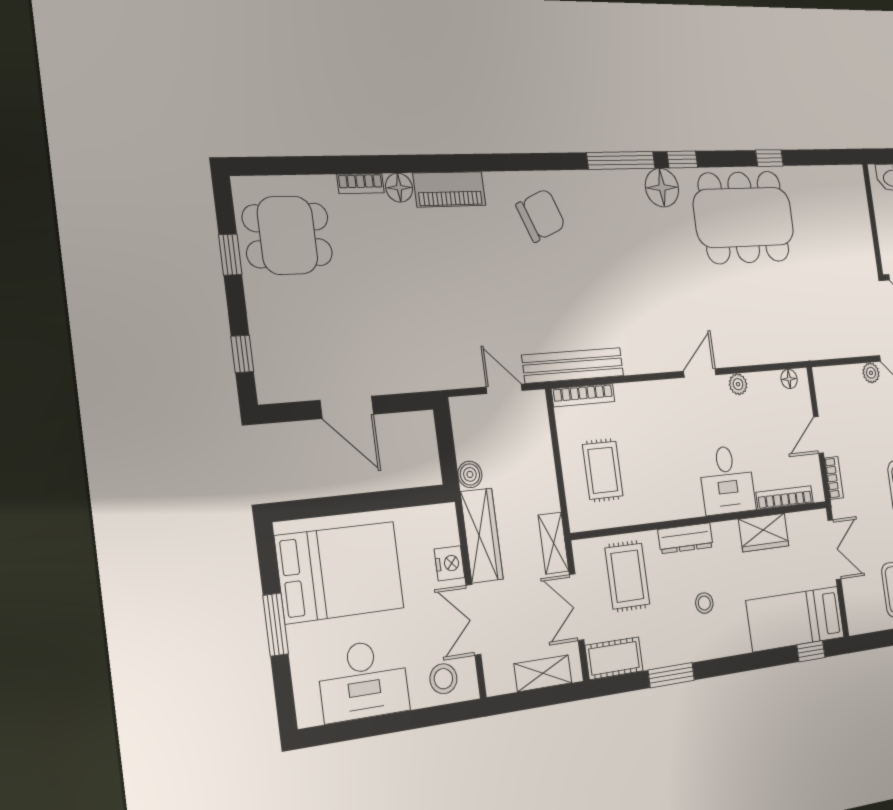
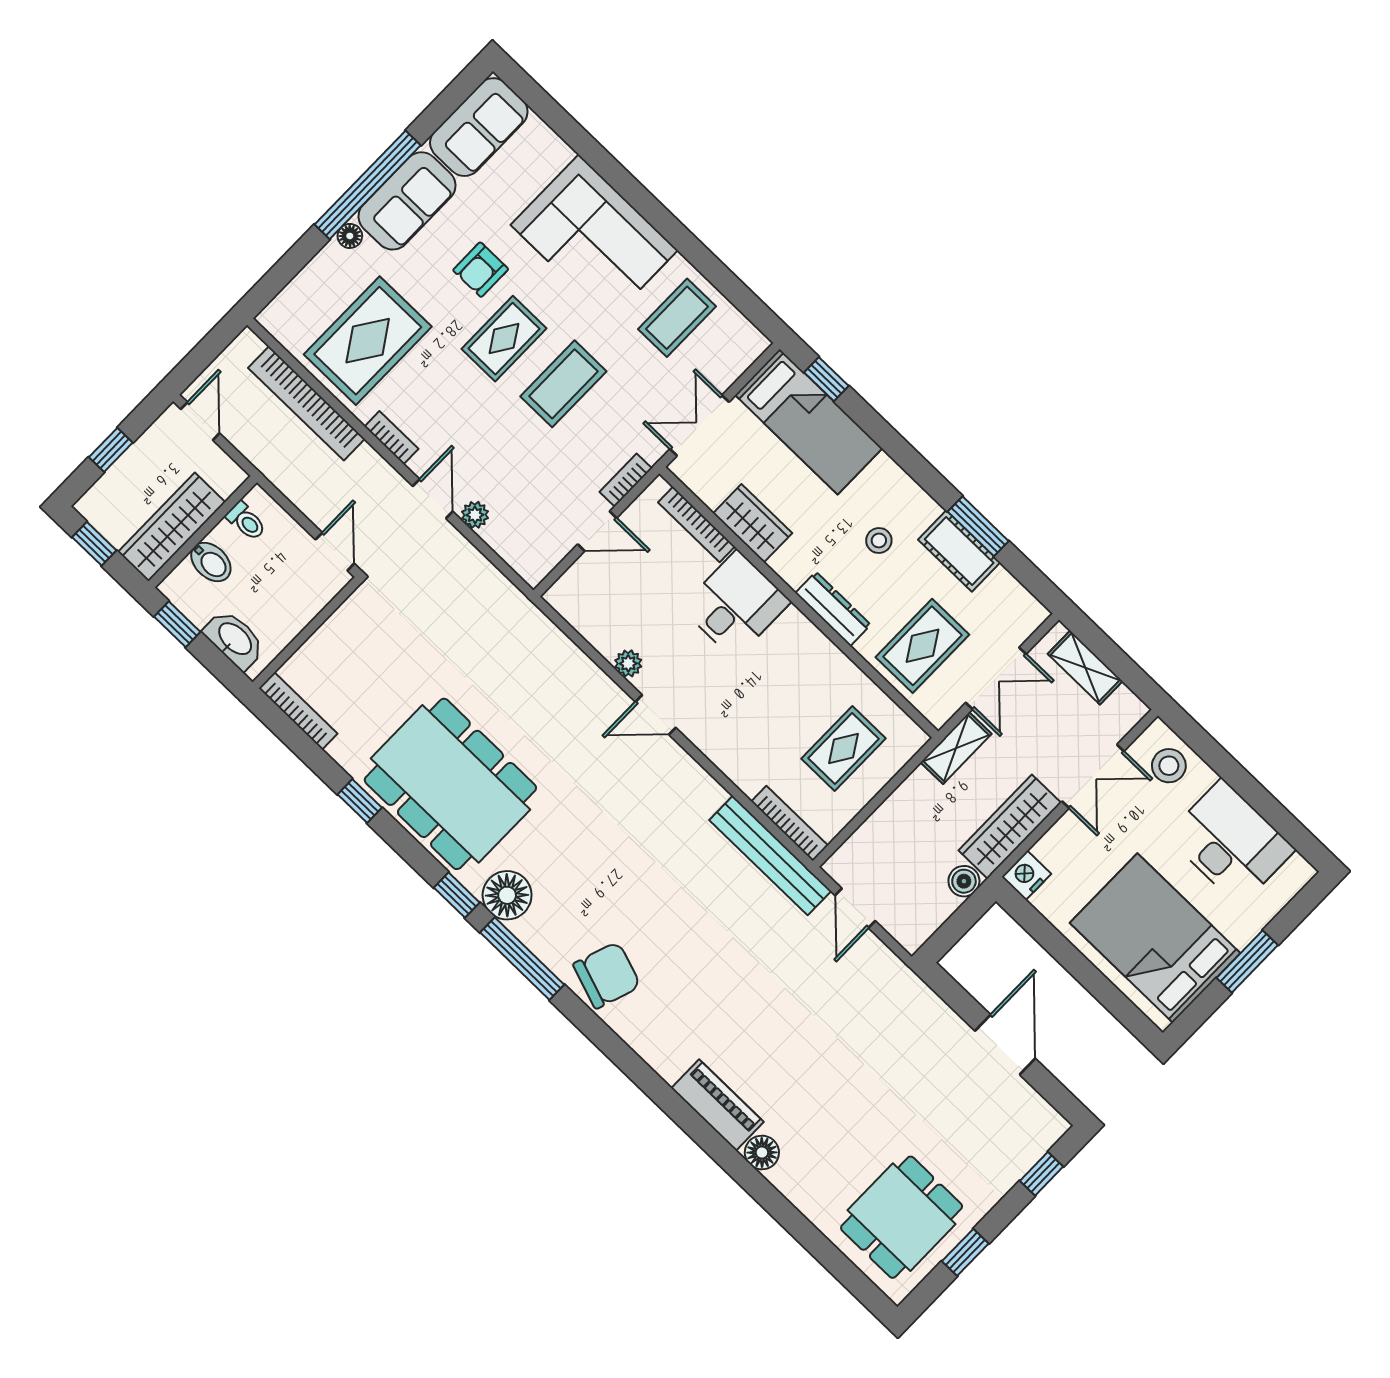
bookcase: (361, 184) -> (298, 711), moved, width x1.56
chair: (541, 215) -> (607, 975), moved, turned 131
dining table: (287, 235) -> (902, 1217), turned 90
floor lamp: (789, 379) -> (570, 609), removed
nightstand: (449, 563) -> (1026, 875), moved
cot: (614, 658) -> (959, 551), moved

